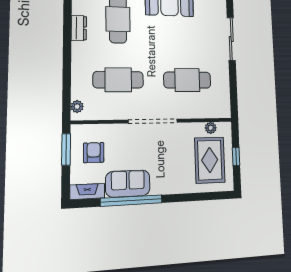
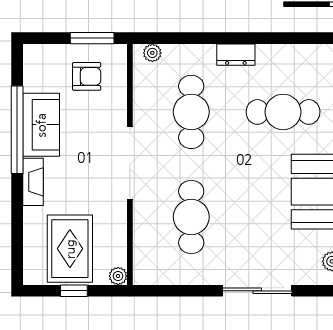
dresser: (79, 28) -> (236, 55), moved
plant: (211, 128) -> (118, 276), moved
rug: (210, 160) -> (70, 249), turned 90
fireplace: (87, 191) -> (33, 182), moved

